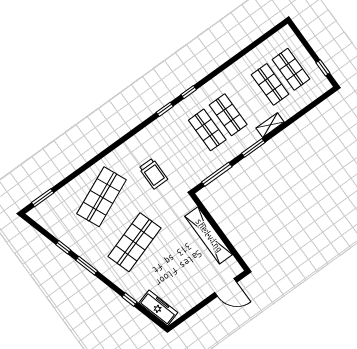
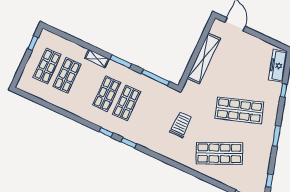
window: (63, 247) -> (269, 181), moved

